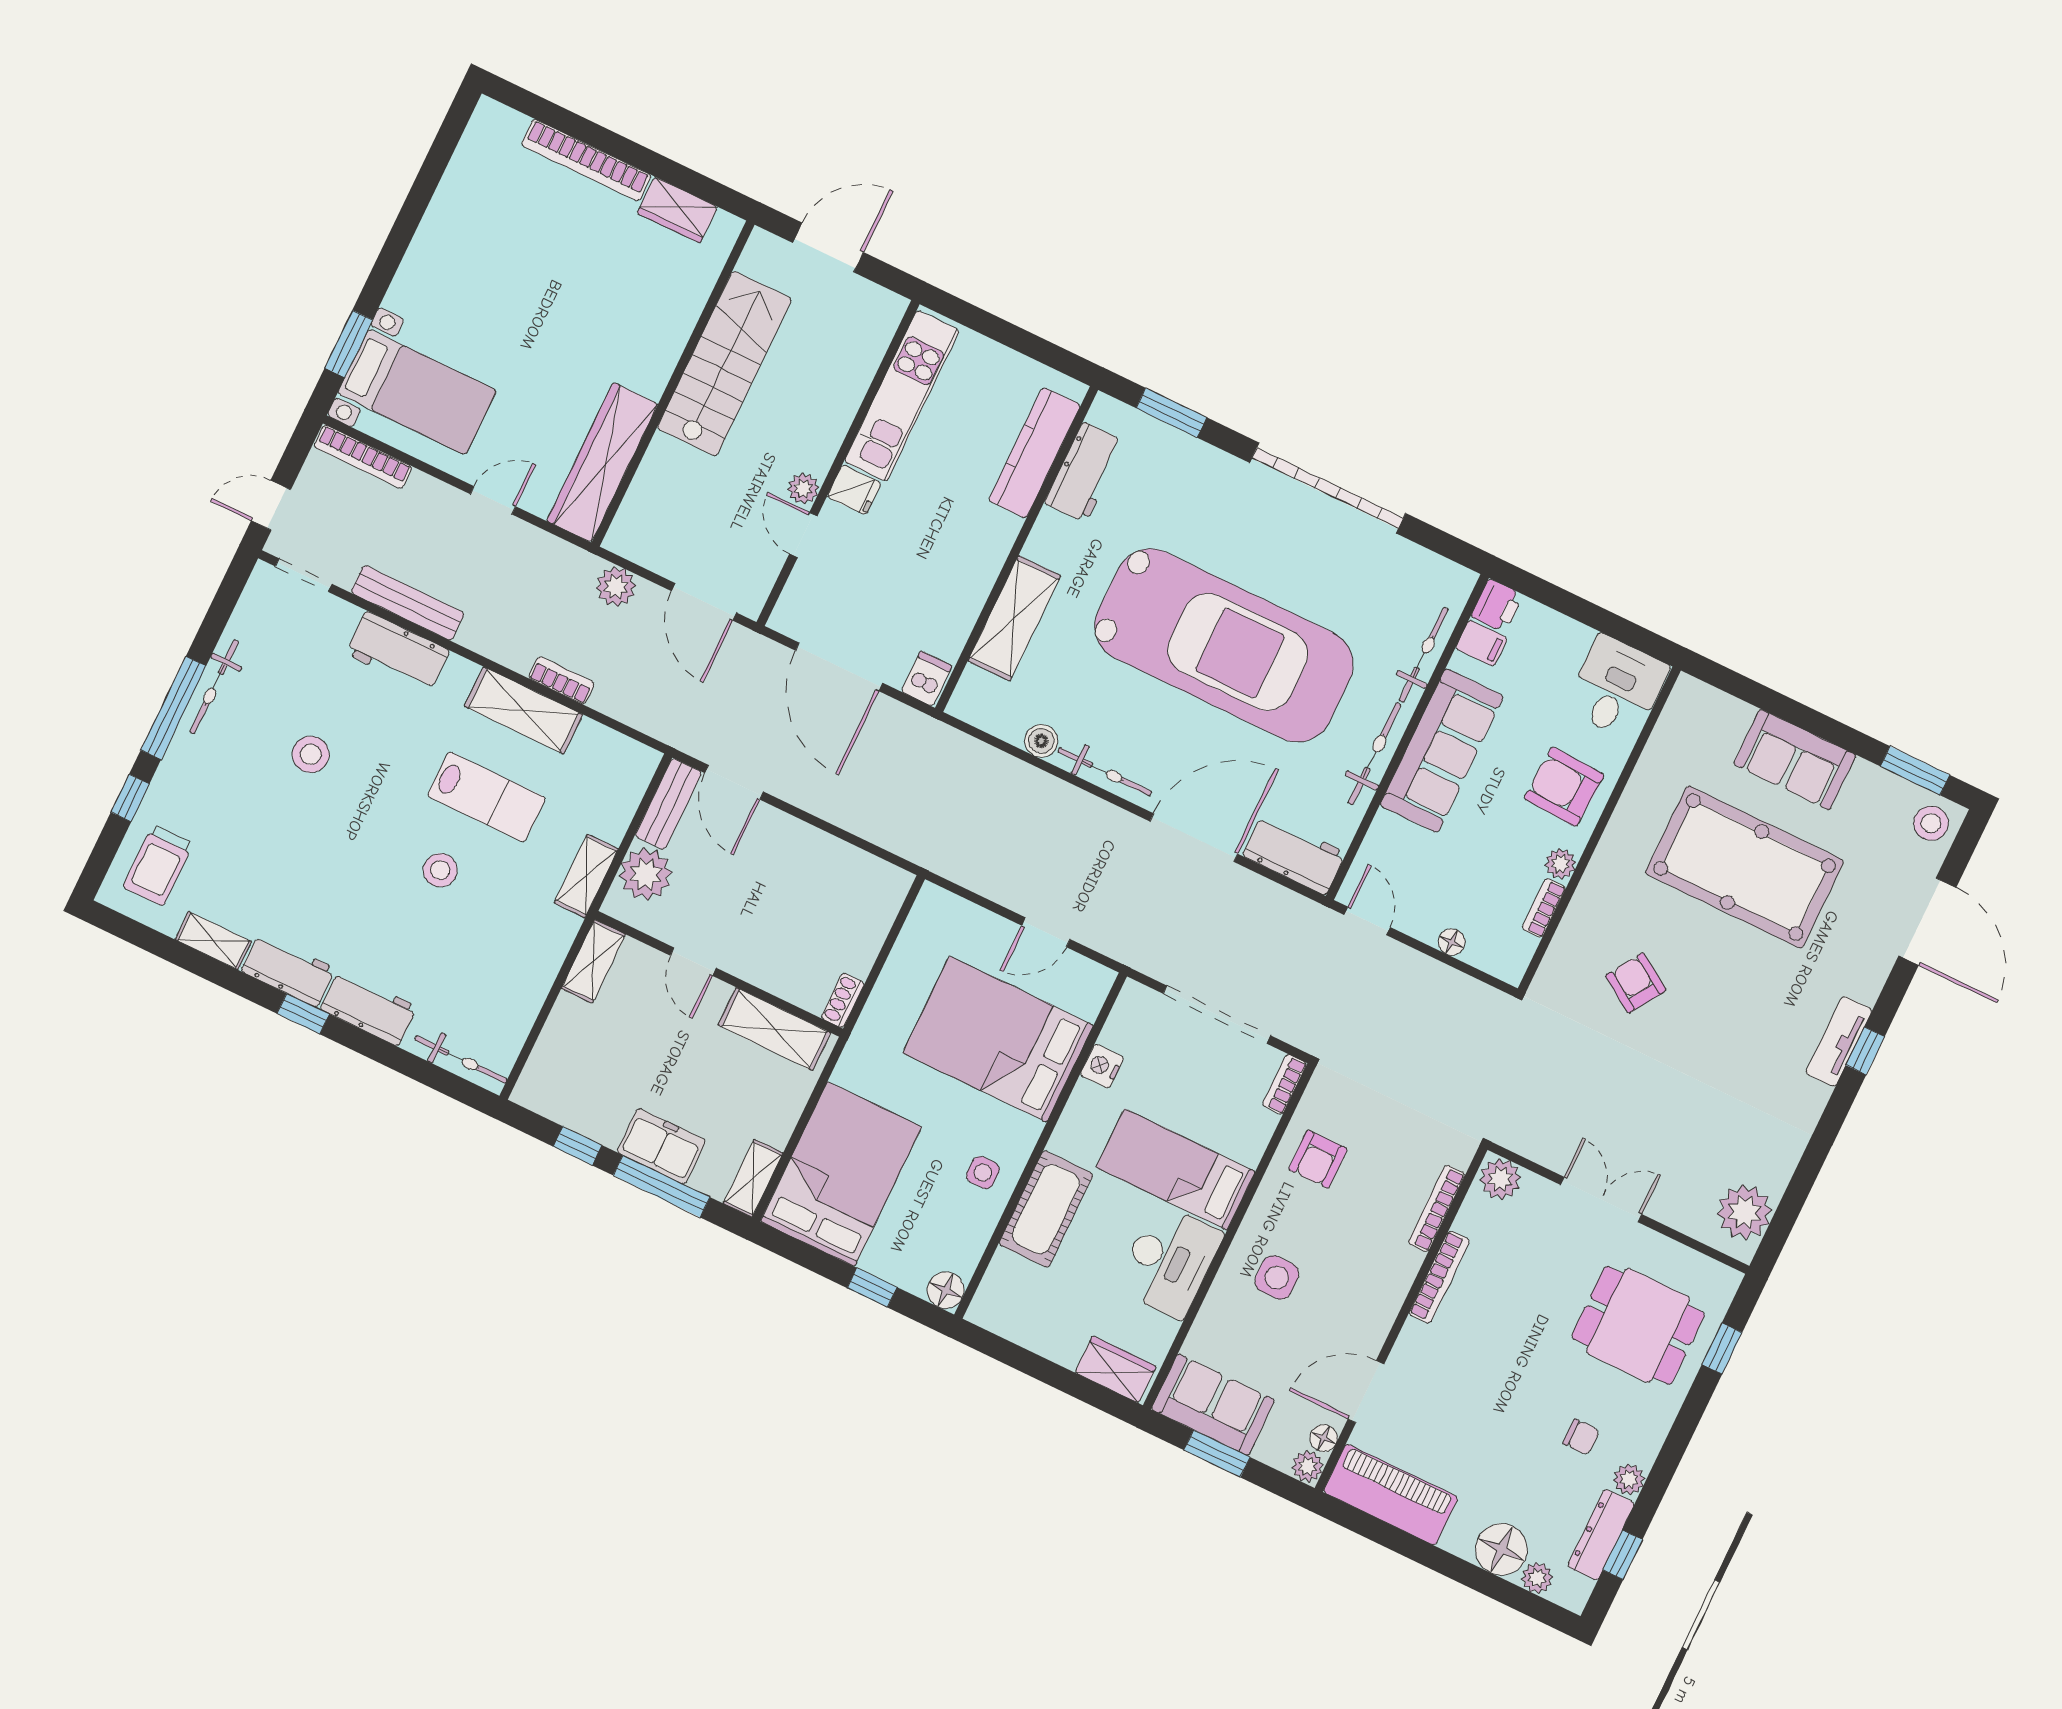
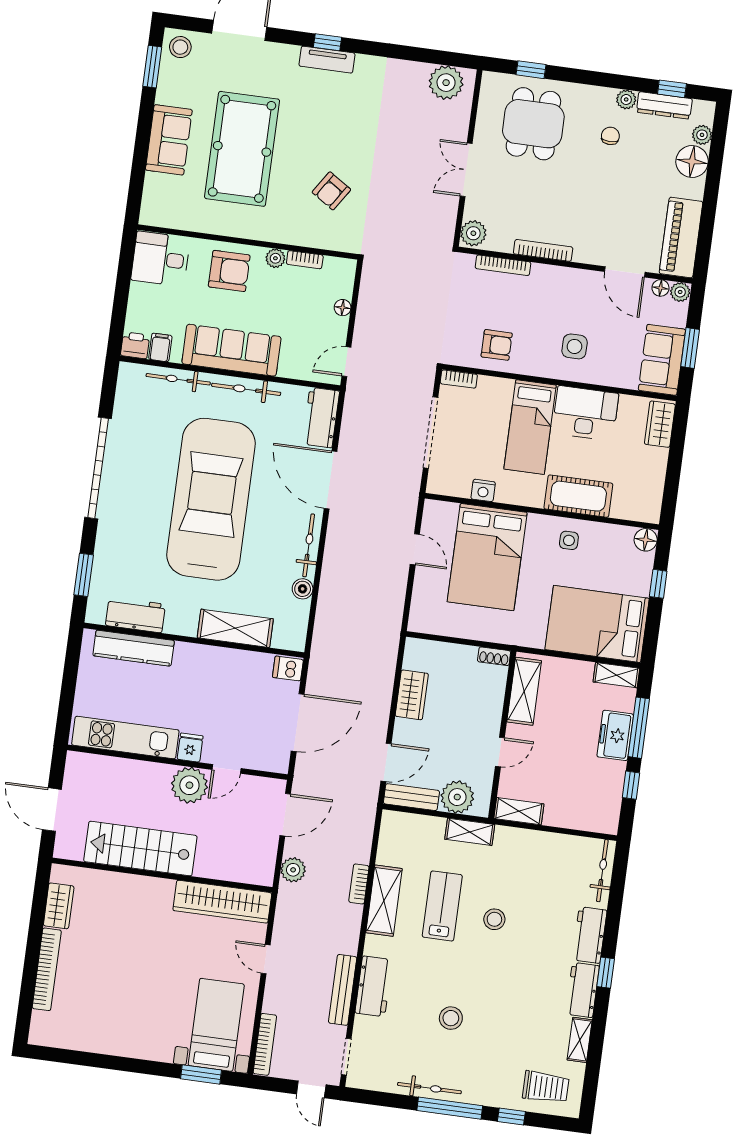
plant: (803, 489) -> (189, 785), width x1.87, depth x1.87
armchair: (1564, 787) -> (229, 271), turned -93
wardrobe: (825, 855) -> (412, 695), added

